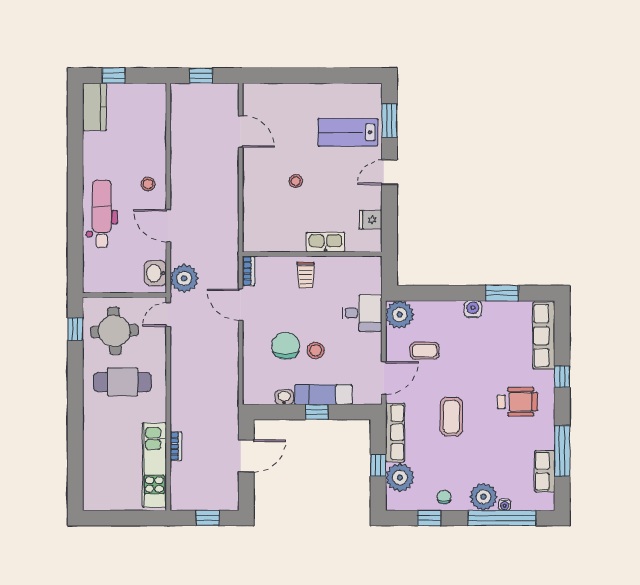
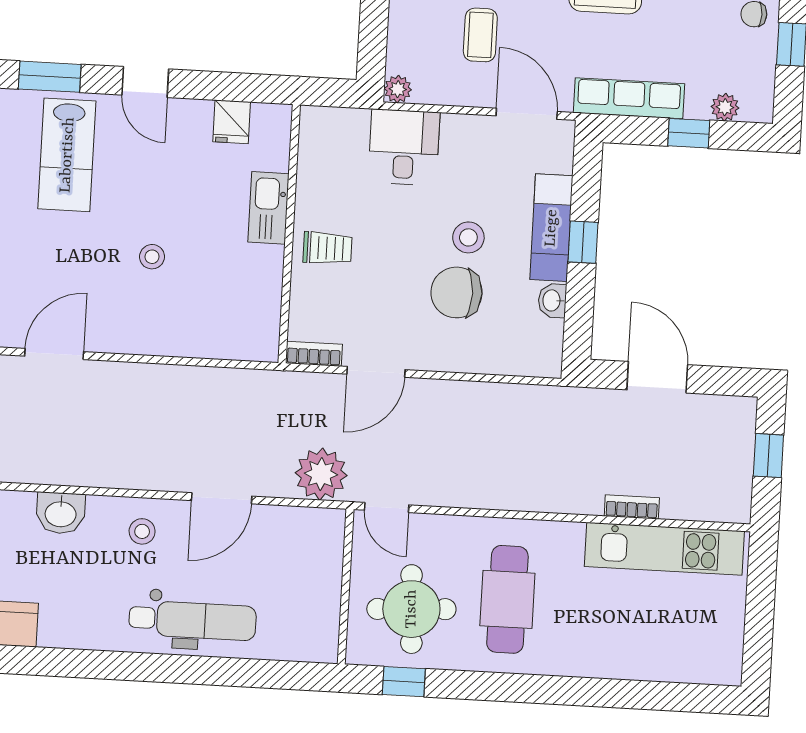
dental chair: (102, 214) -> (193, 620), turned 180
washbasin: (155, 273) -> (61, 513), moved
plant: (400, 315) -> (398, 89), width x0.53, depth x0.53
plant: (400, 478) -> (725, 107), width x0.53, depth x0.53

